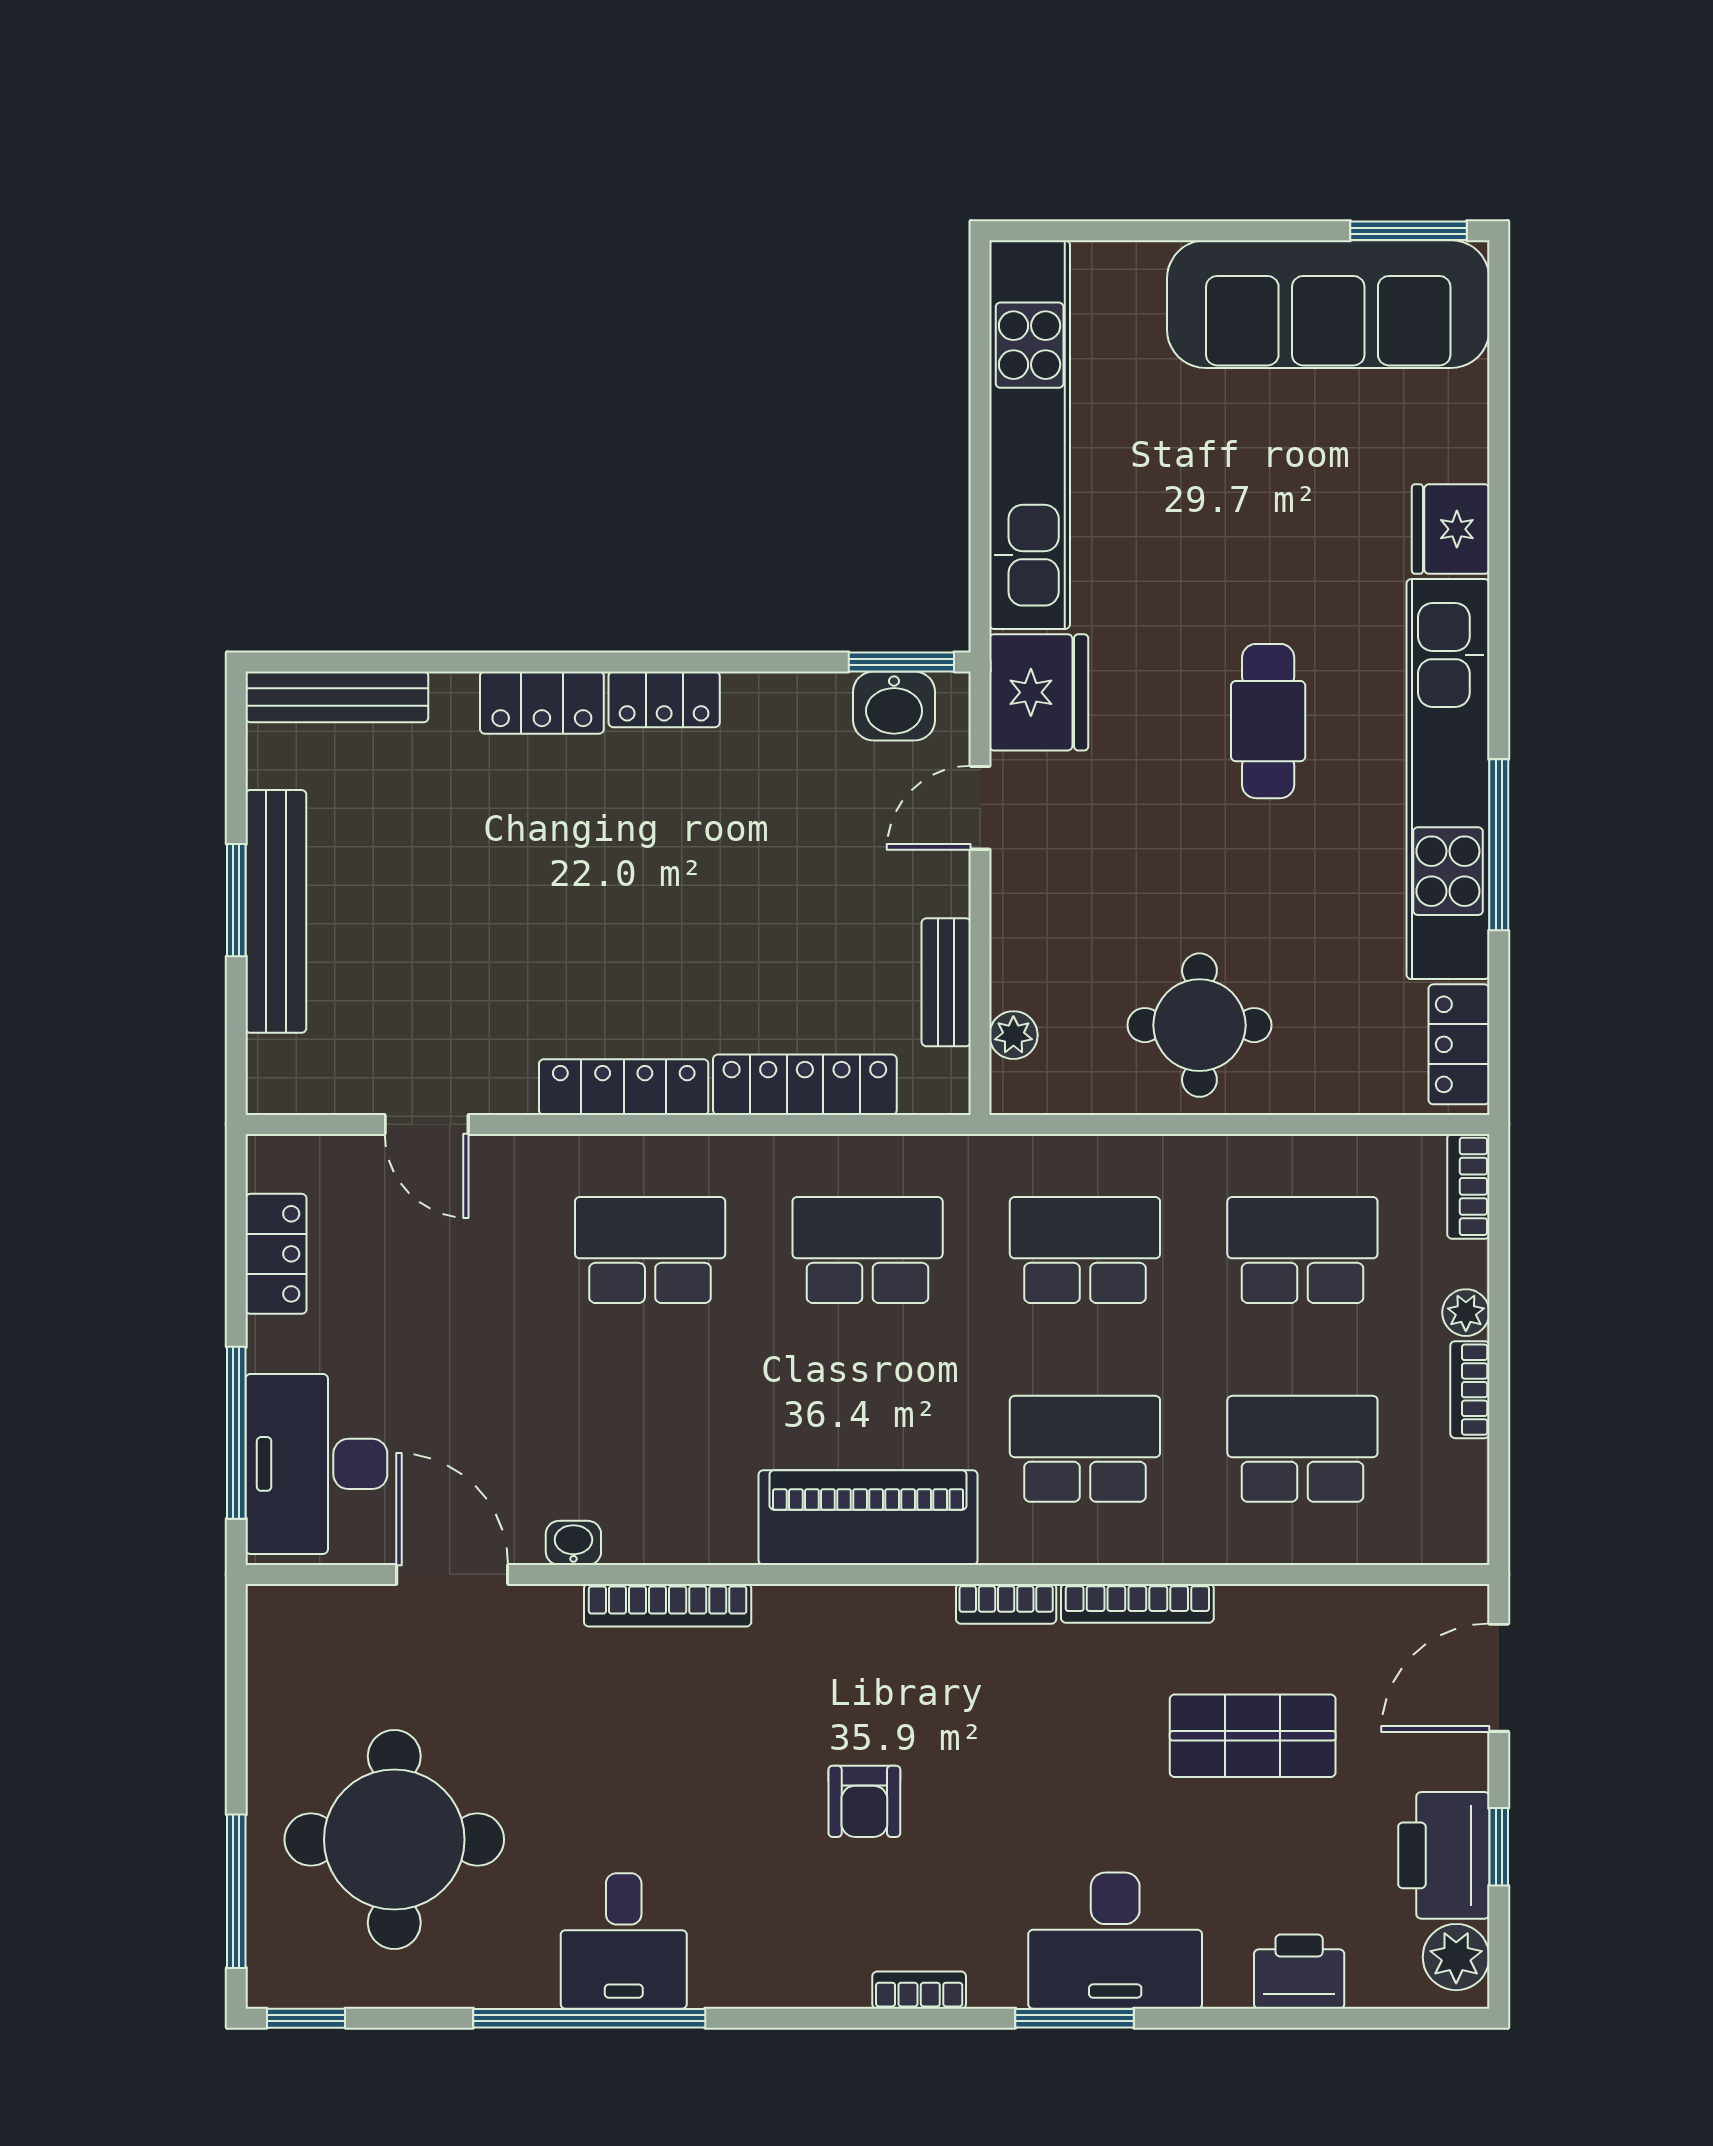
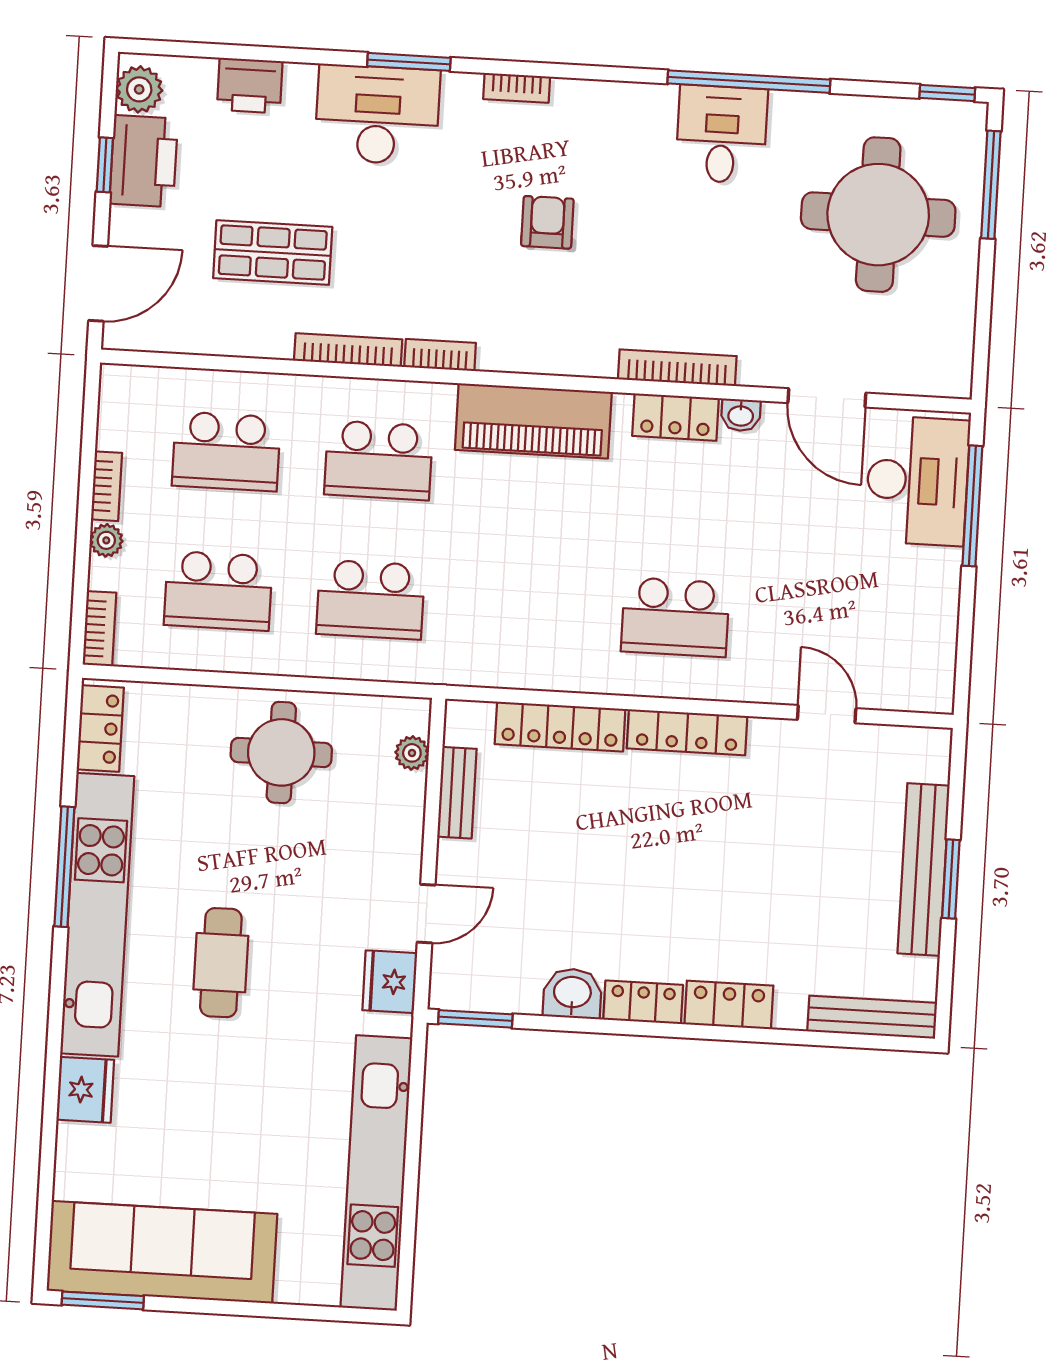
fridge: (1039, 692) -> (390, 982), width x0.73, depth x0.75
washbasin: (894, 706) -> (572, 993), moved
school desk: (868, 1250) -> (523, 608), removed
locker: (276, 1254) -> (676, 417), moved, turned -90

